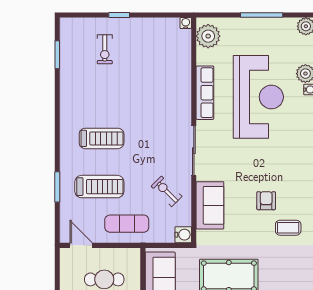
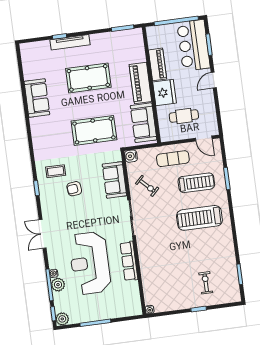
plant: (208, 36) -> (132, 302), removed
treadmill: (102, 138) -> (199, 218), width x1.37, depth x1.38
treadmill: (99, 187) -> (196, 183), turned 180
armchair: (266, 201) -> (74, 189), turned 84

